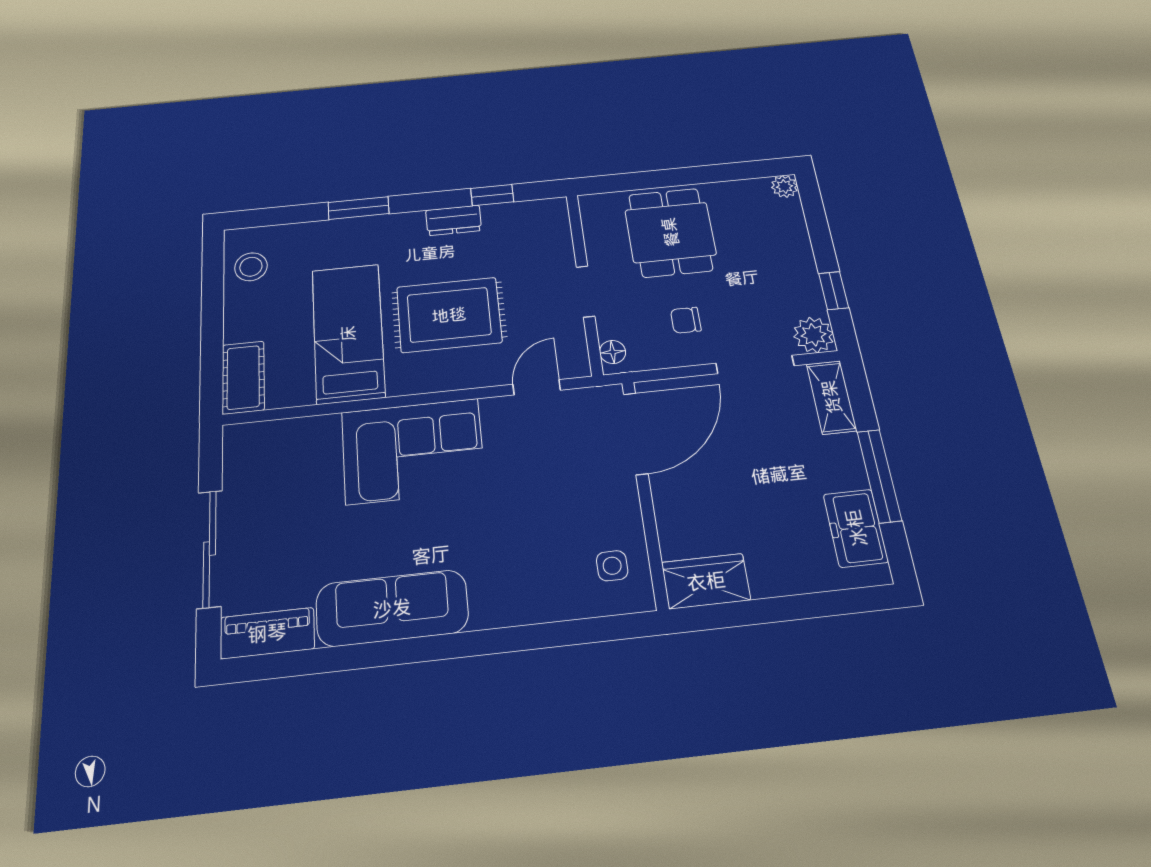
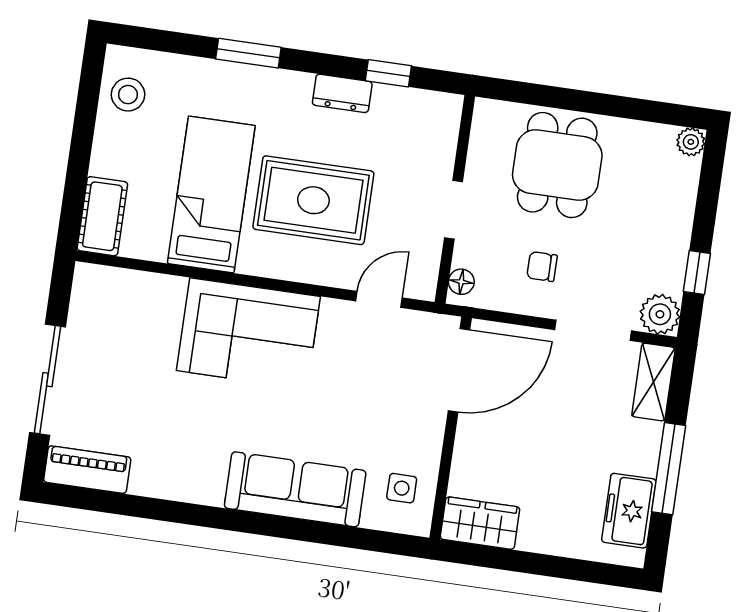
sofa: (392, 608) -> (295, 489), moved

